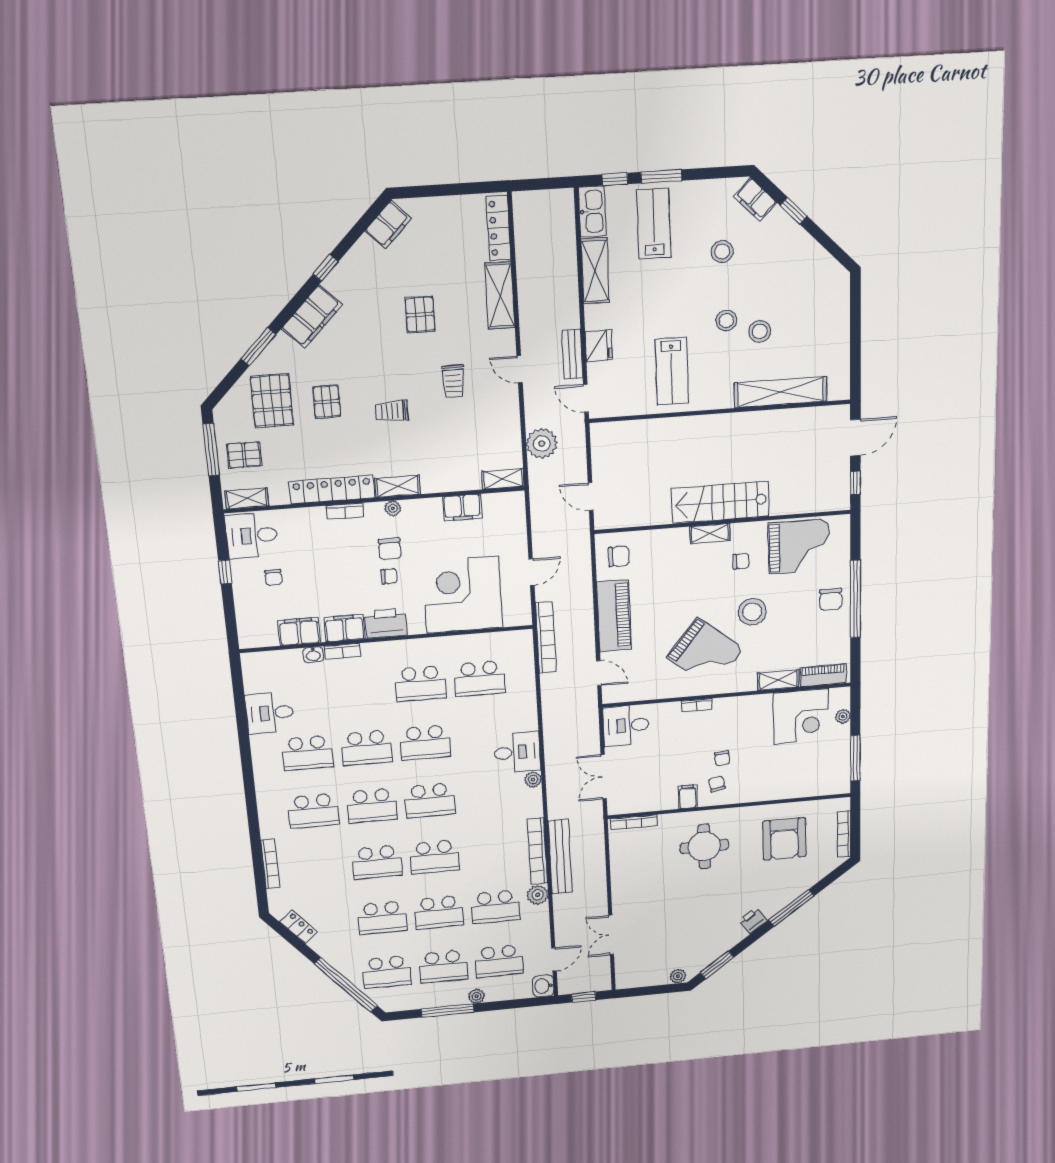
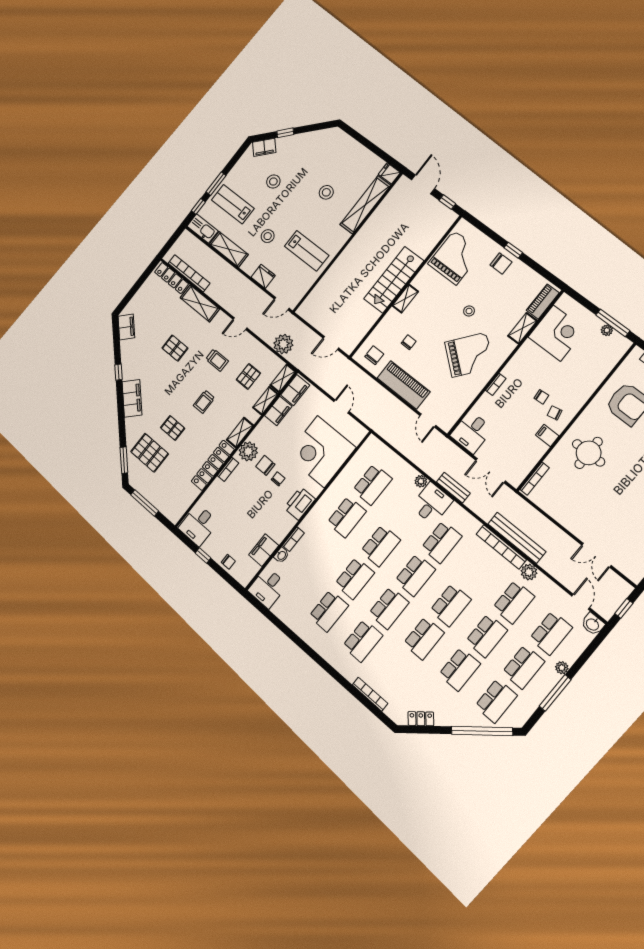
stool: (726, 321) -> (268, 236), moved
window: (258, 347) -> (124, 460), moved
bench: (572, 354) -> (453, 488), moved
fridge: (839, 387) -> (389, 173), added
pallet: (244, 455) -> (248, 376), moved
shelving: (247, 498) -> (265, 401), moved
plant: (393, 508) -> (248, 451), width x1.88, depth x1.88
chair: (390, 549) -> (265, 465), turned 180
chair: (741, 561) -> (409, 342), moved
chair: (273, 577) -> (228, 562), moved
window: (855, 599) -> (513, 250), width x0.32
stool: (752, 612) -> (469, 311), width x0.53, depth x0.53
filing cabinet: (344, 628) -> (295, 390), moved, turned 180
bookcase: (546, 638) -> (189, 273), moved
door: (599, 673) -> (428, 420), swing flipped
desk: (270, 713) -> (268, 588), moved
plant: (843, 716) -> (607, 330), moved
plant: (533, 780) -> (421, 481), moved
school desk: (488, 795) -> (442, 542), added

